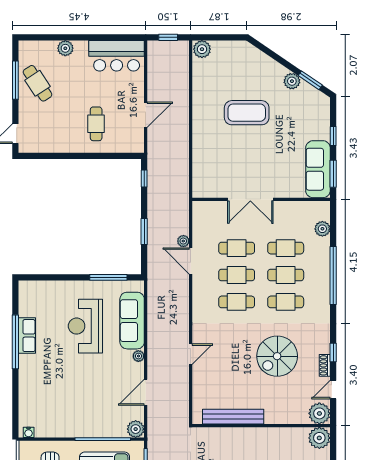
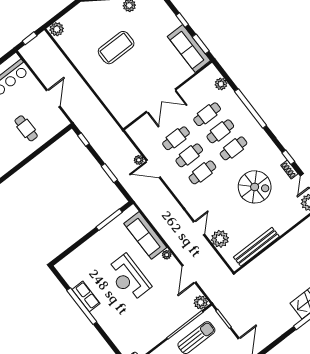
reception desk: (85, 326) -> (129, 278), moved
spiral stairs: (277, 356) -> (255, 187), turned -90
plant: (203, 381) -> (220, 239), added

